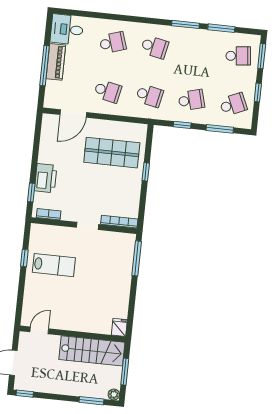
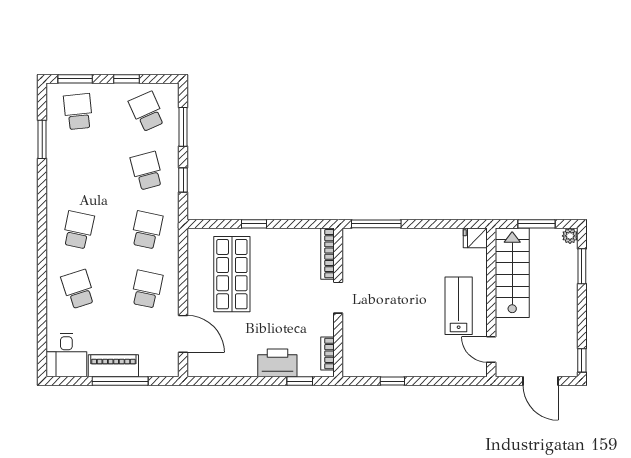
window: (185, 24) -> (42, 190), removed
lab bench: (54, 265) -> (459, 306), moved

